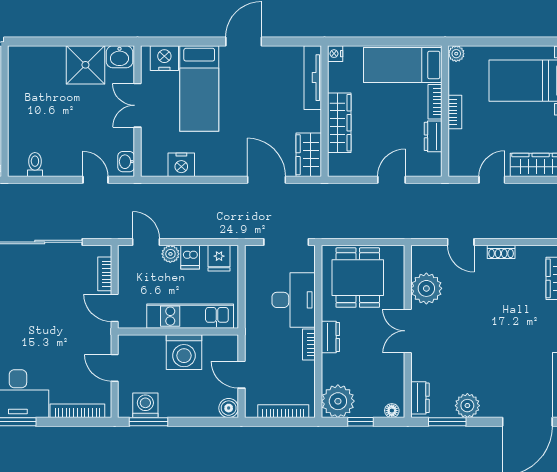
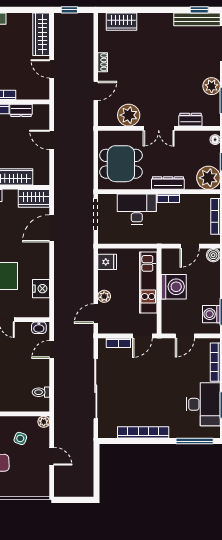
dishwasher: (190, 257) -> (106, 282), removed
dresser: (330, 337) -> (168, 183), width x1.44
dresser: (420, 398) -> (190, 120), moved

